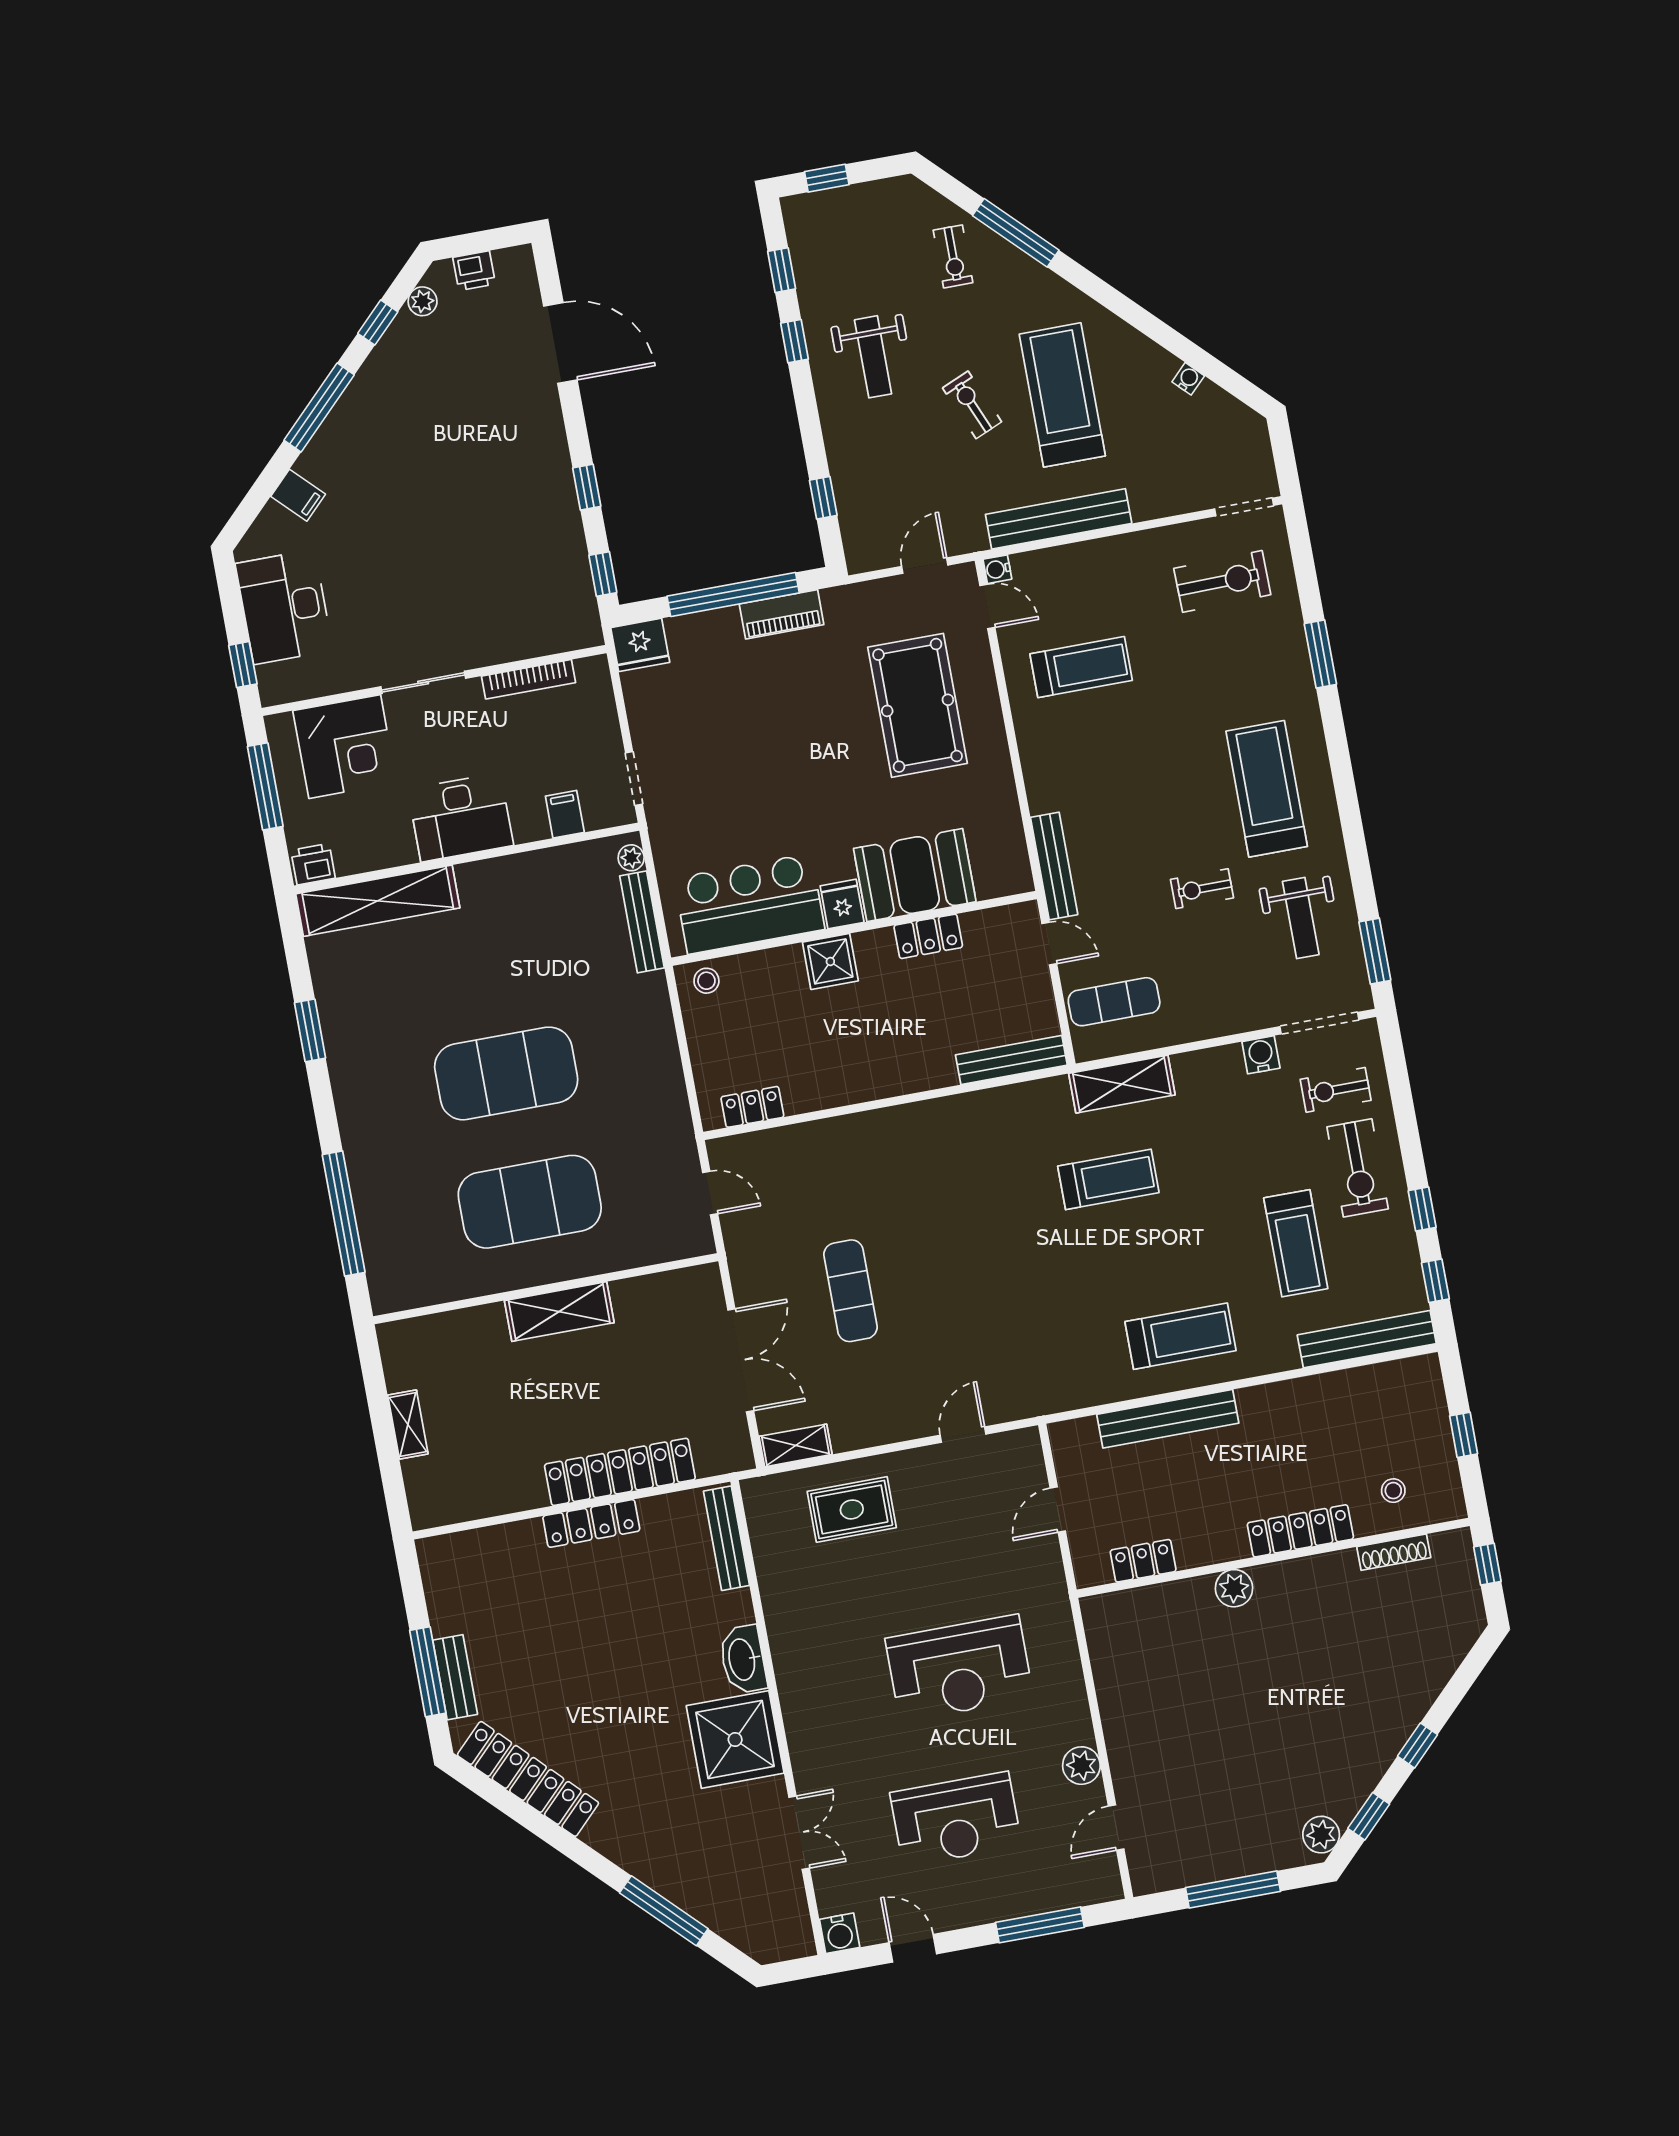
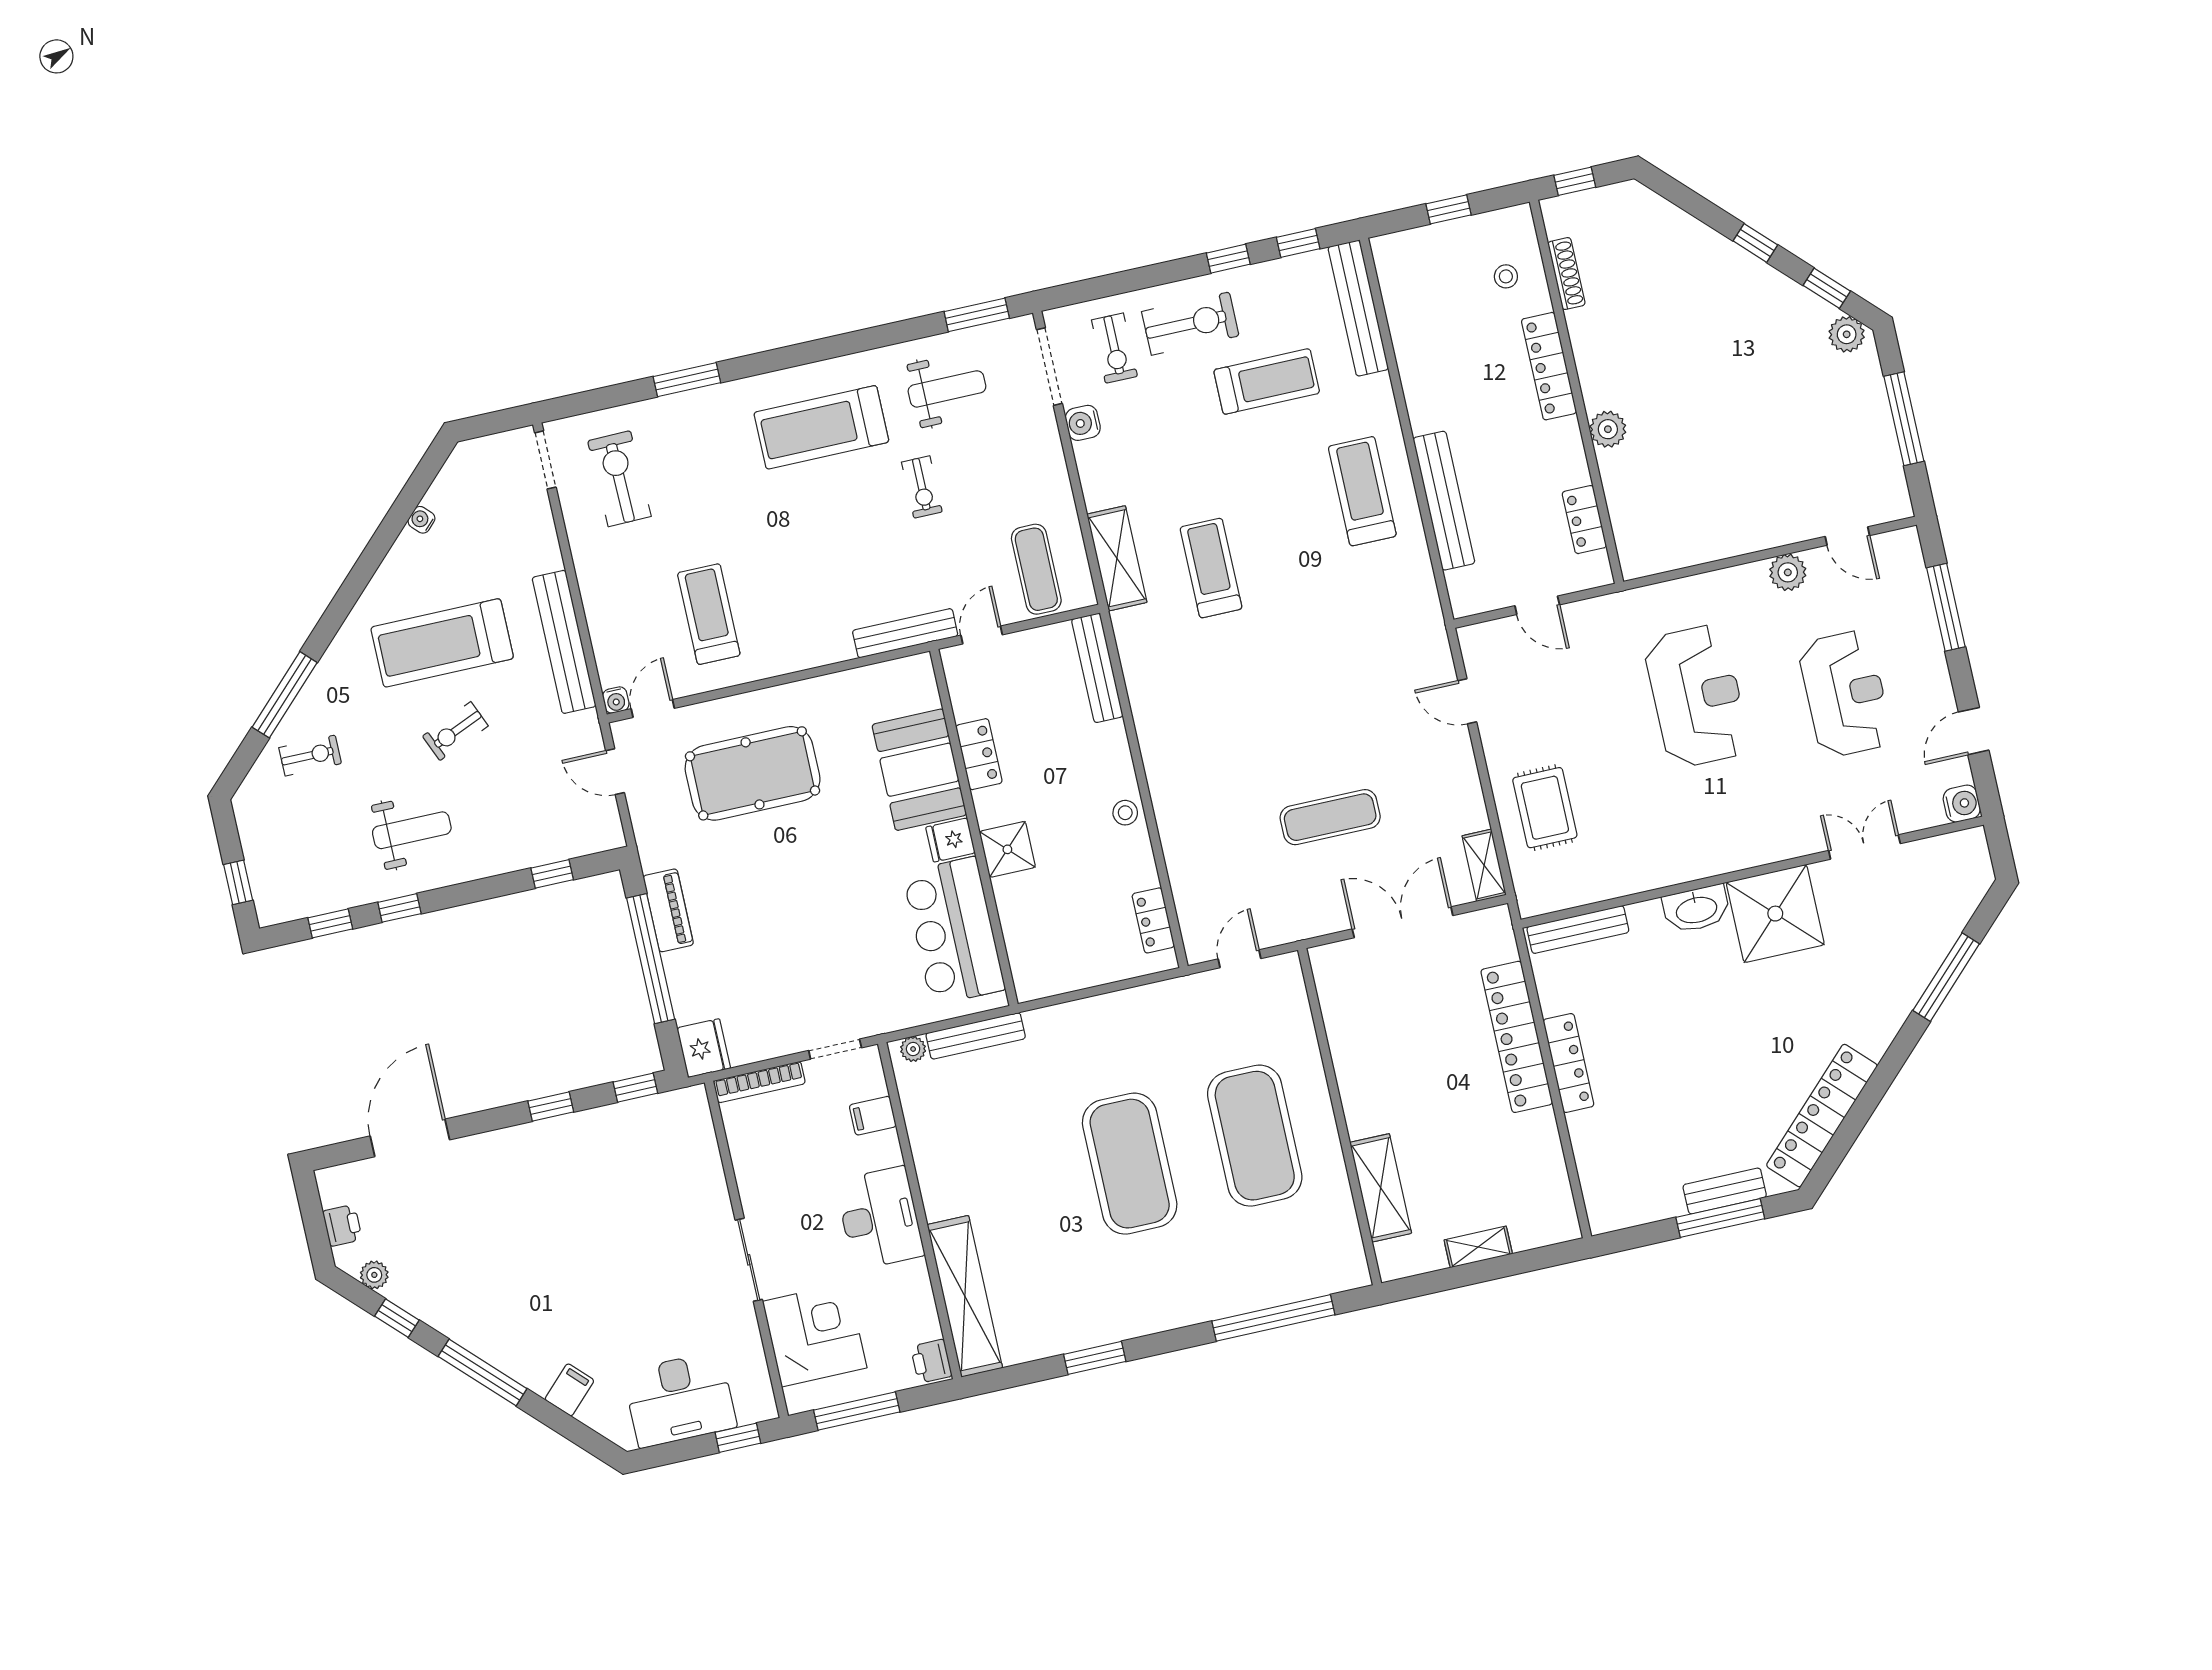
bookcase: (529, 679) -> (759, 1082), moved, turned 90
stool: (706, 981) -> (1125, 813), moved
shelving: (559, 1312) -> (1381, 1188), moved

